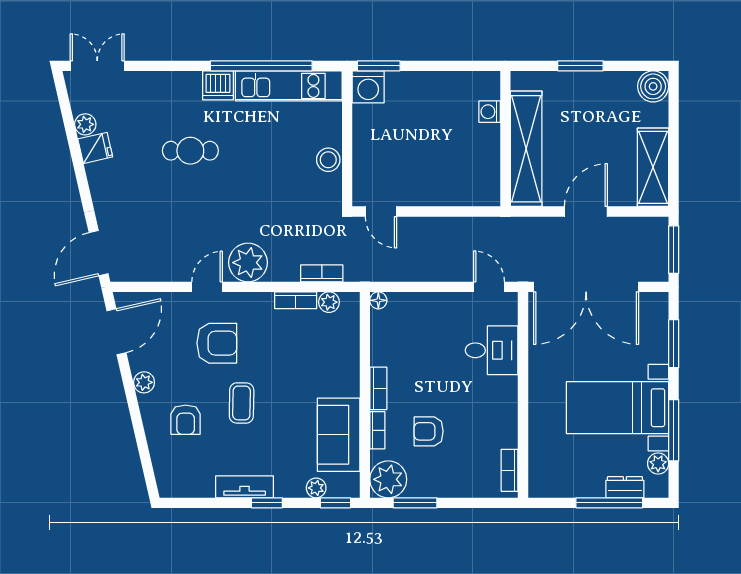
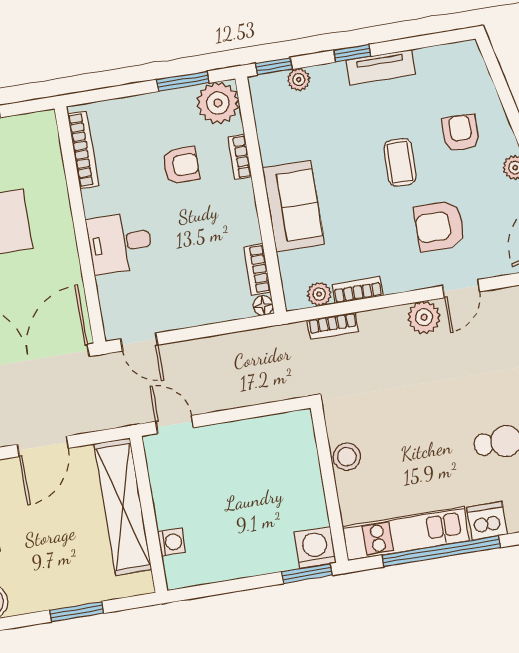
door: (381, 212) -> (175, 425), moved
plant: (248, 263) -> (424, 317), width x0.73, depth x0.73
desk: (492, 350) -> (120, 243), moved
bookcase: (378, 388) -> (257, 269), moved
sofa: (339, 435) -> (293, 206), moved
bookcase: (510, 470) -> (83, 150), width x1.56

